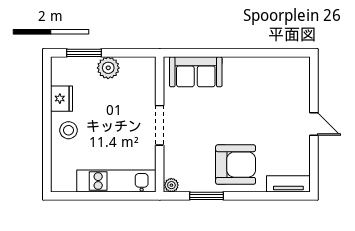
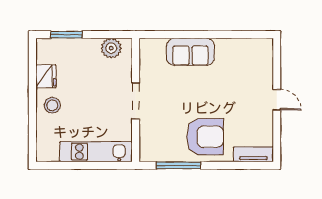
plant: (108, 68) -> (111, 48), moved
sofa: (196, 72) -> (190, 52), moved
plant: (171, 185) -> (146, 155), removed
window: (207, 196) -> (179, 165), width x1.44

